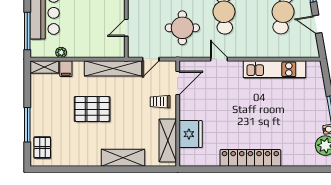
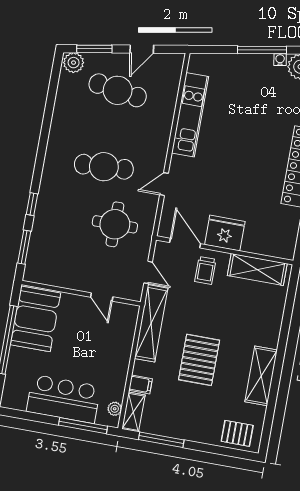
plant: (61, 52) -> (115, 409), moved
window: (27, 125) -> (161, 440), moved
fridge: (191, 134) -> (225, 233), moved
shelving: (123, 158) -> (261, 376), moved

